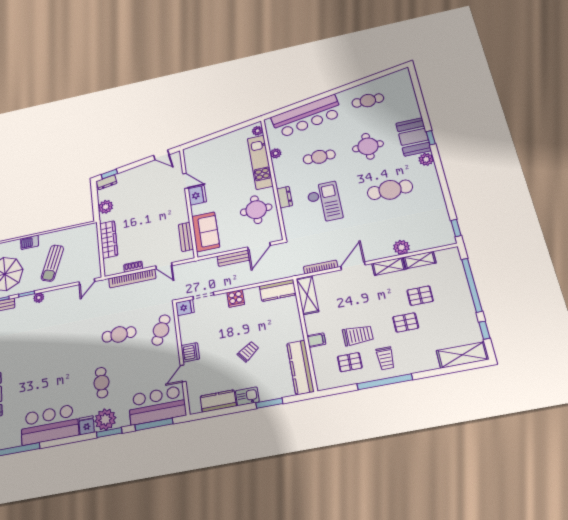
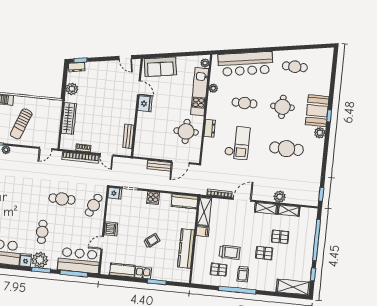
sofa: (206, 232) -> (160, 67), moved, turned 81
filing cabinet: (316, 340) -> (202, 232), moved
kitchen counter: (300, 367) -> (186, 249), moved

